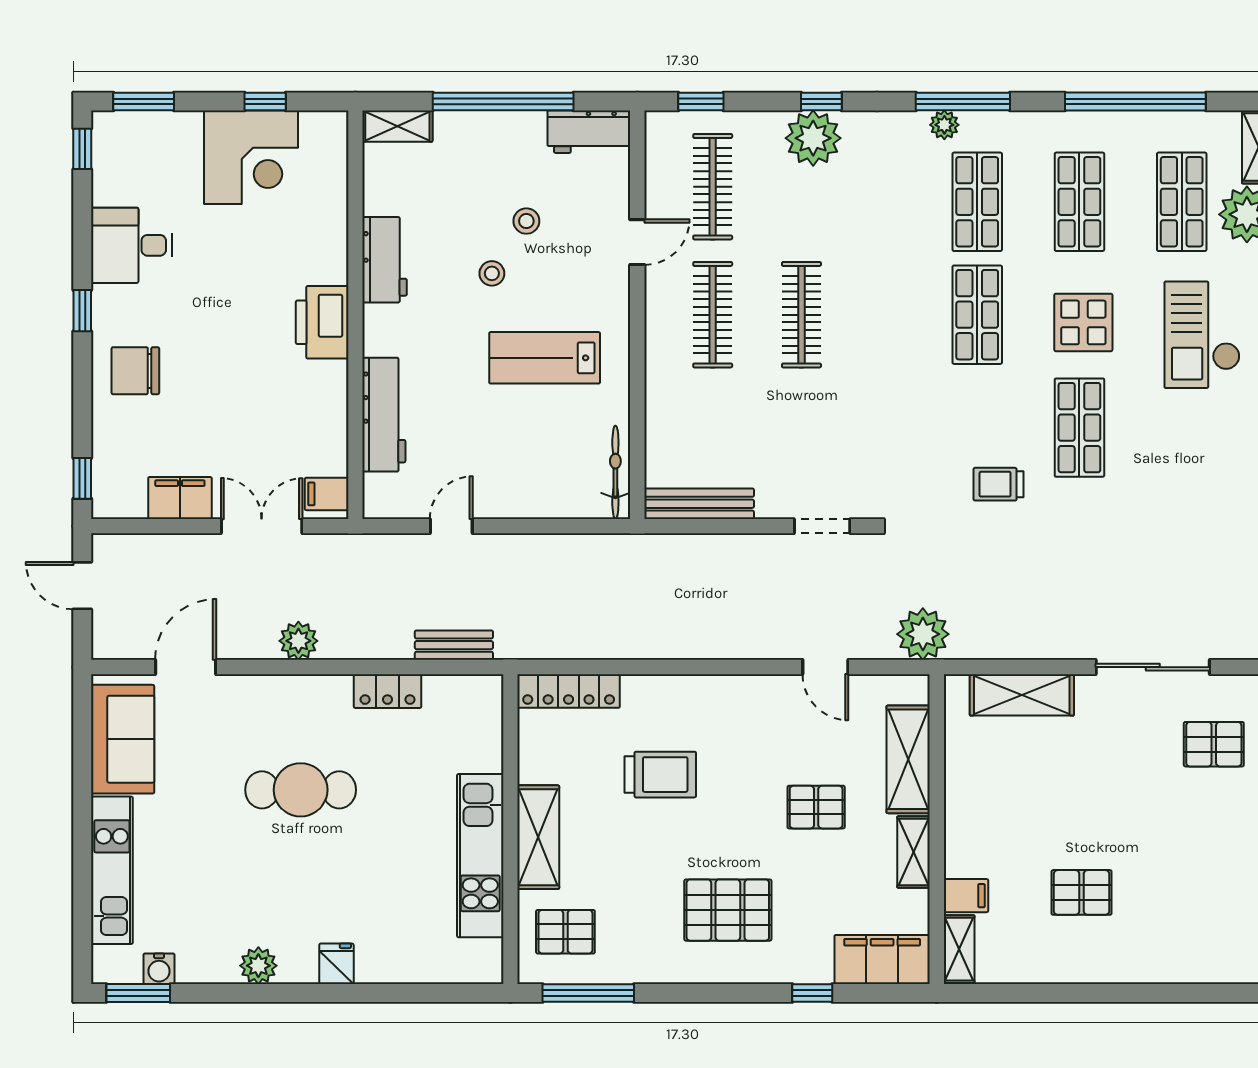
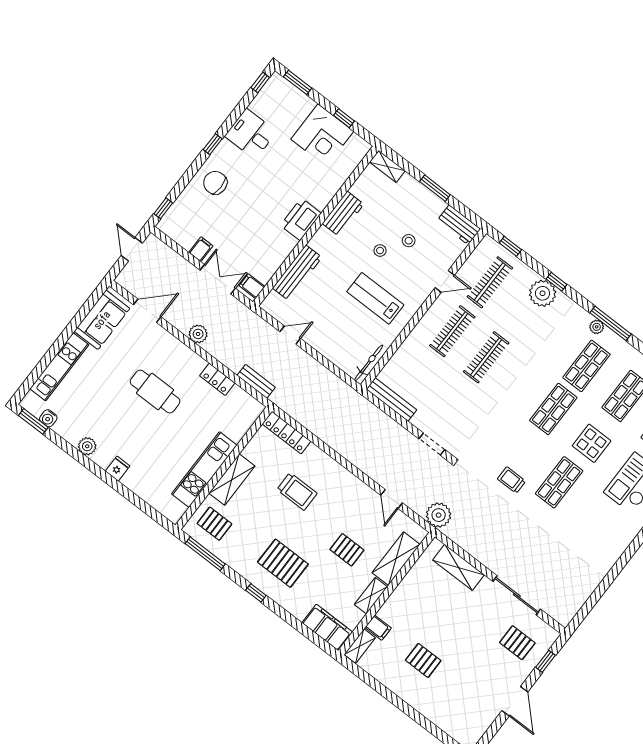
window: (503, 102) -> (435, 188), width x0.47
filing cabinet: (180, 498) -> (201, 249), width x0.50
window: (812, 993) -> (256, 593), moved

